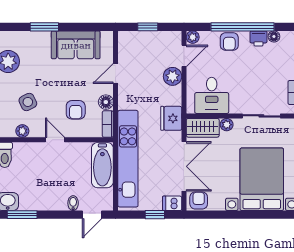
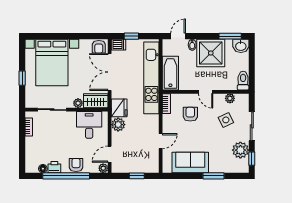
plant: (173, 76) -> (118, 125), moved
floor lamp: (106, 102) -> (168, 120), removed
shower: (48, 192) -> (211, 53), added

